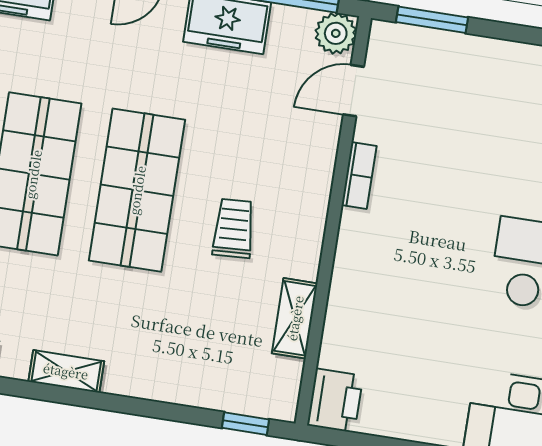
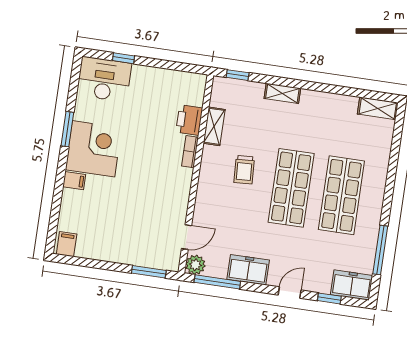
bookcase: (359, 176) -> (190, 152), moved
shelving: (66, 371) -> (282, 93), moved
printer: (335, 401) -> (189, 120), moved

